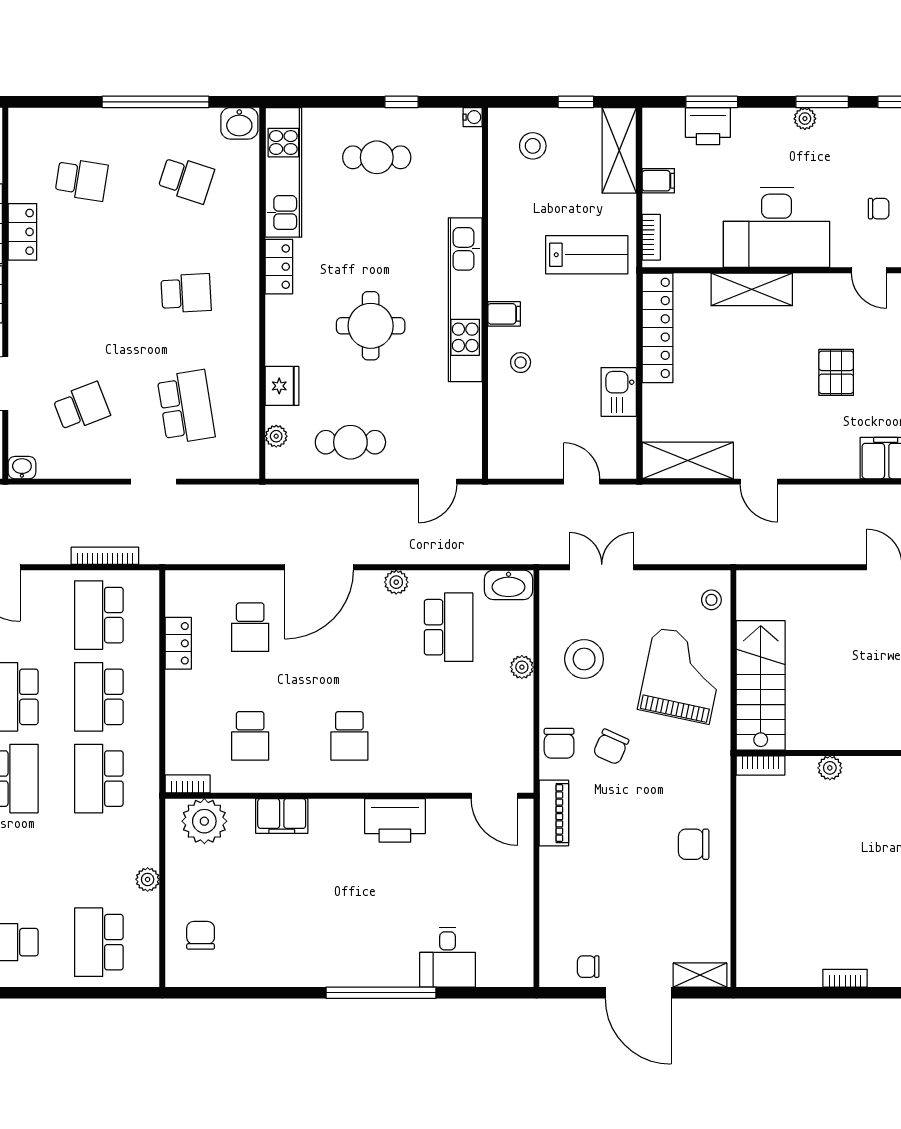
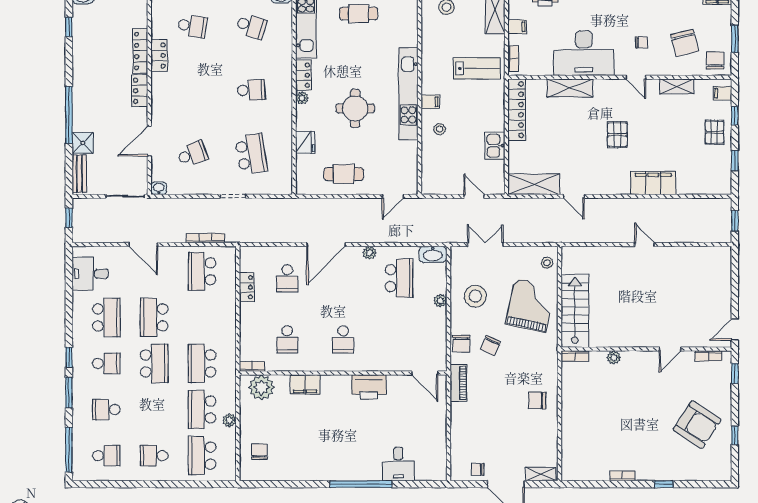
plant: (276, 436) -> (302, 98), moved
school desk: (99, 697) -> (202, 410), moved

